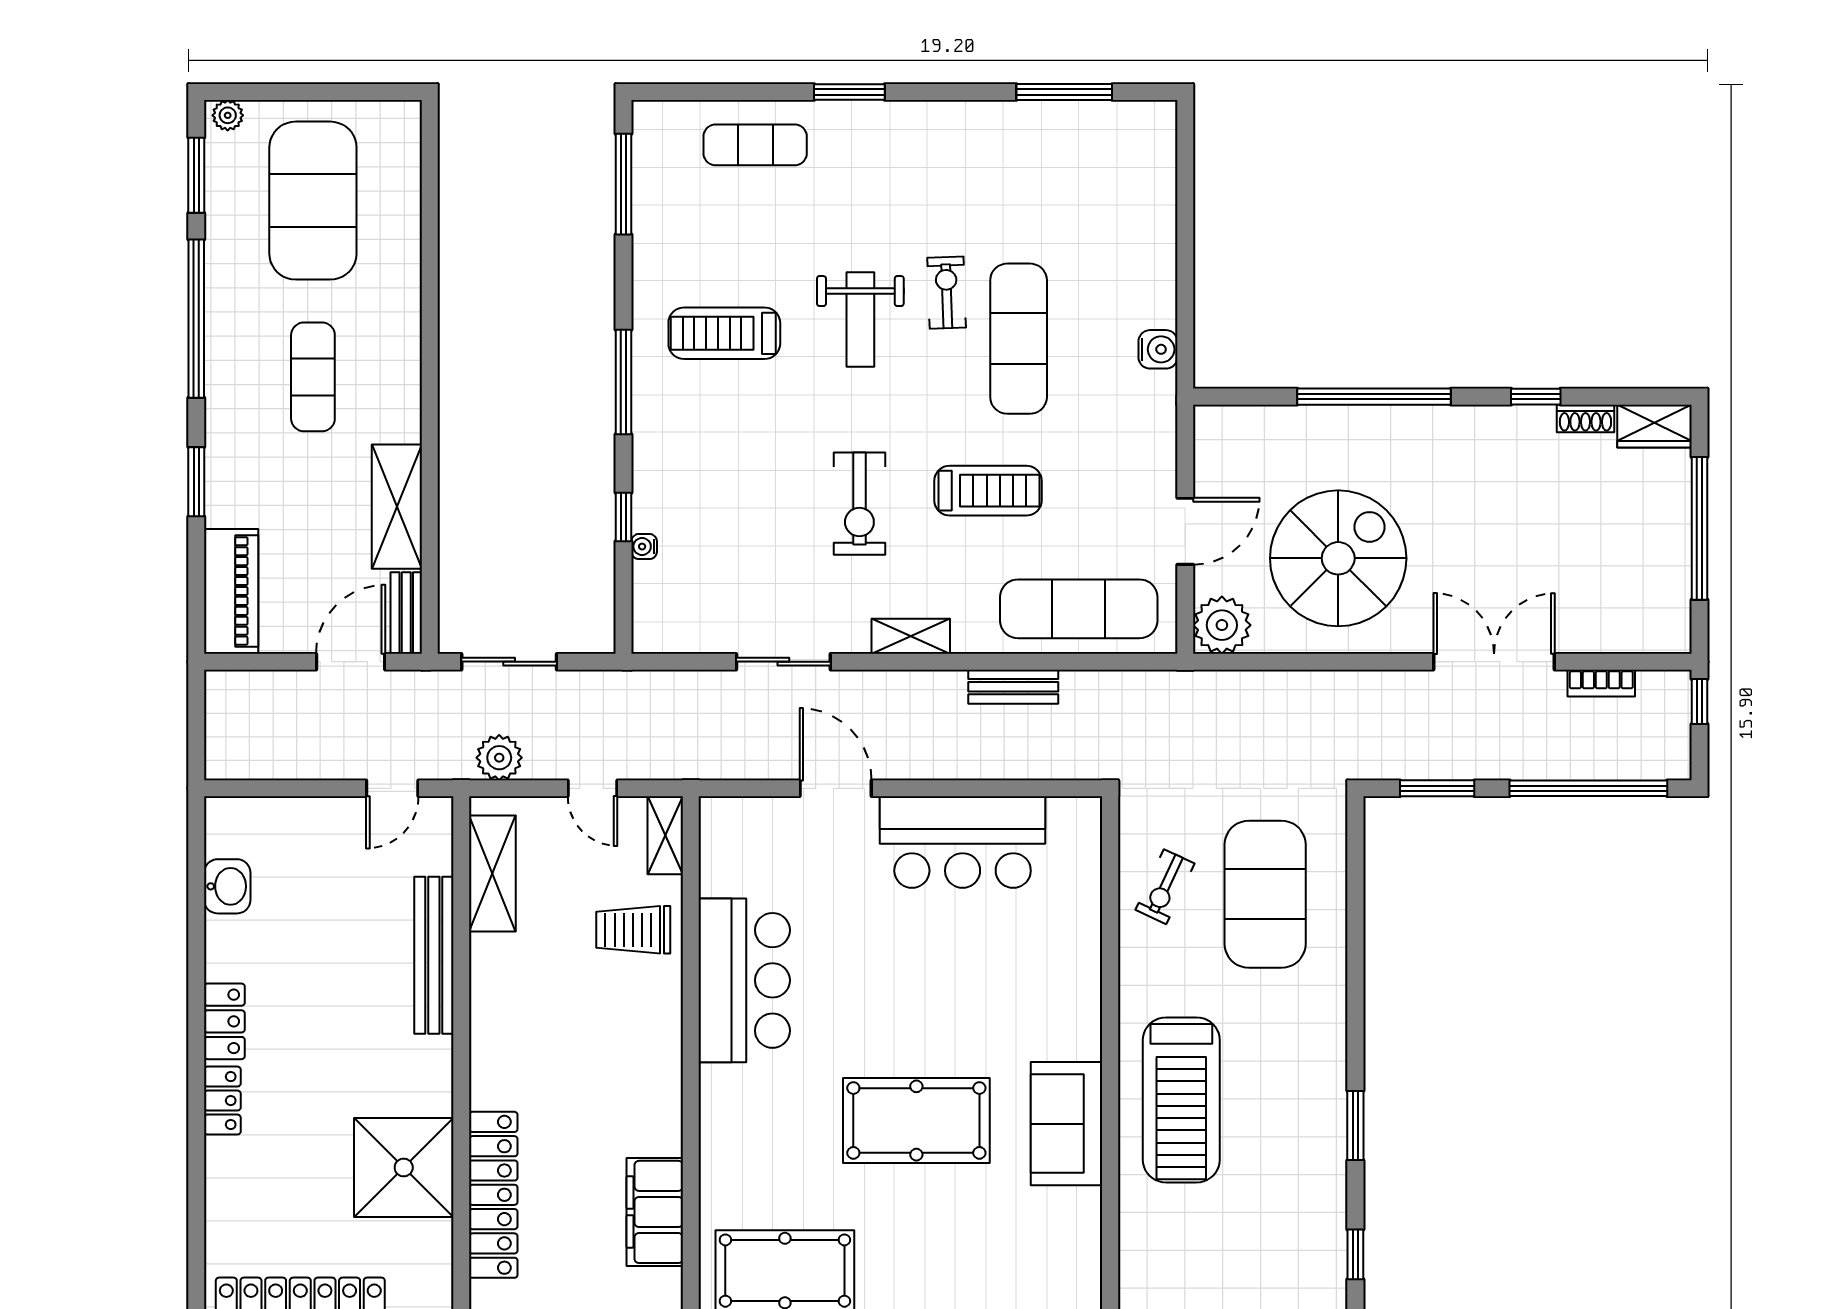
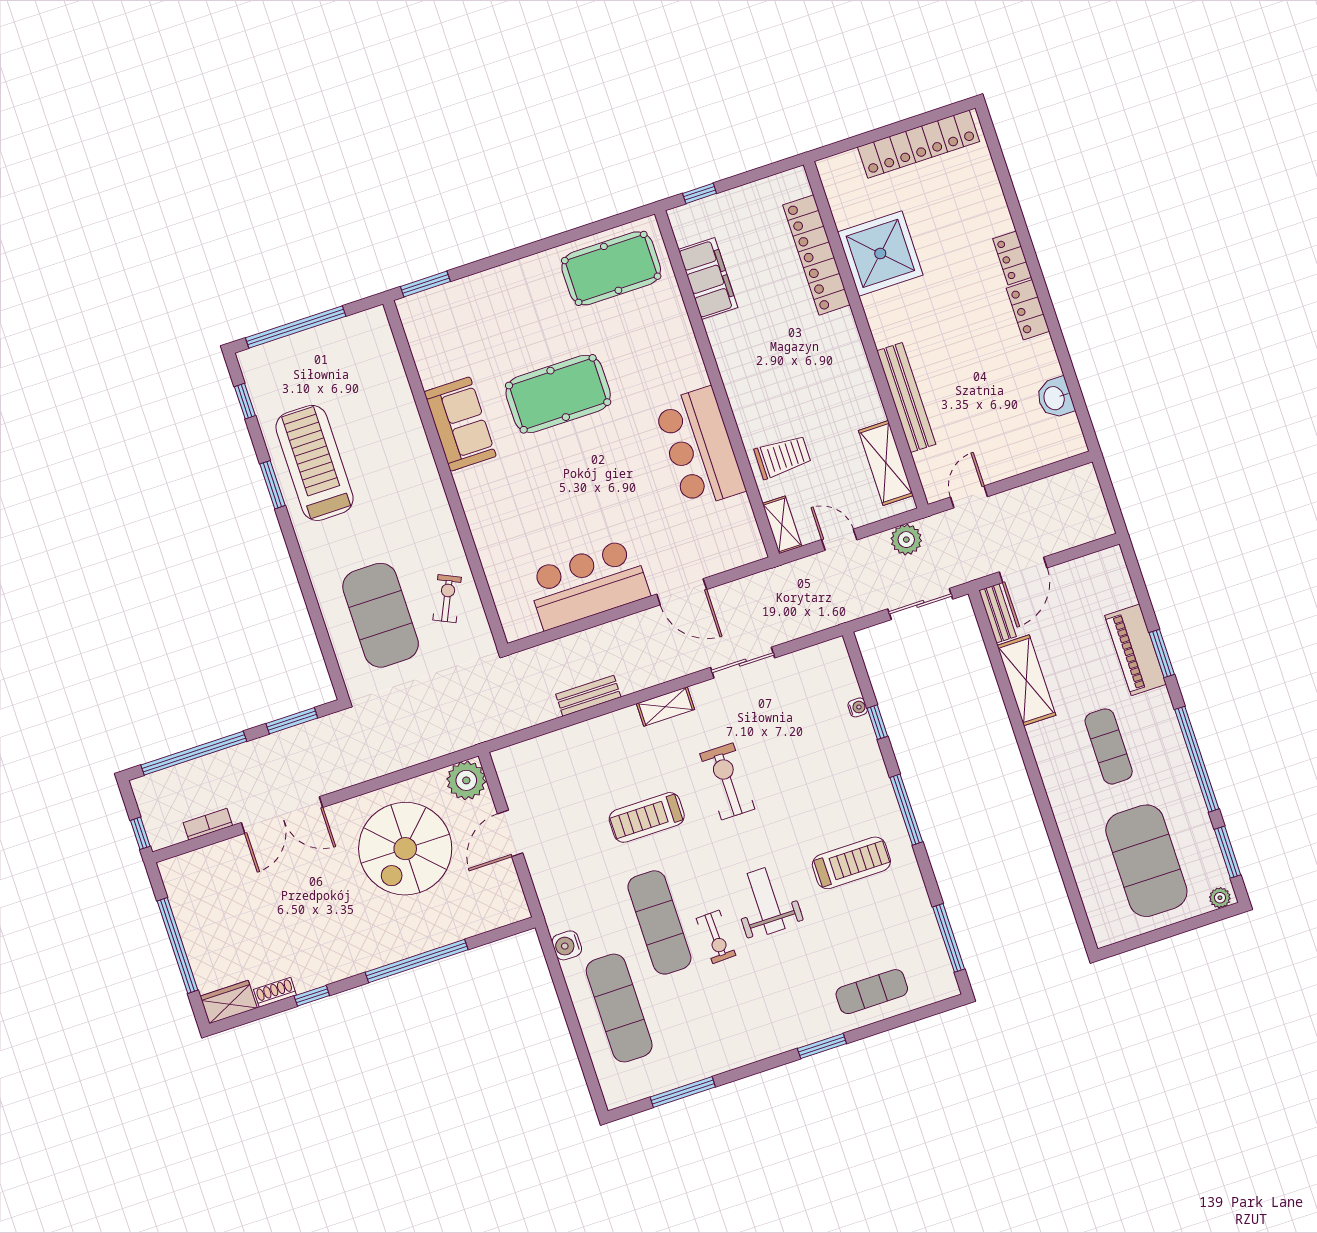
piano: (231, 591) -> (1135, 650), moved
exercise mat: (1079, 609) -> (619, 1008), moved, turned 90
treadmill: (1181, 1100) -> (315, 463), moved

